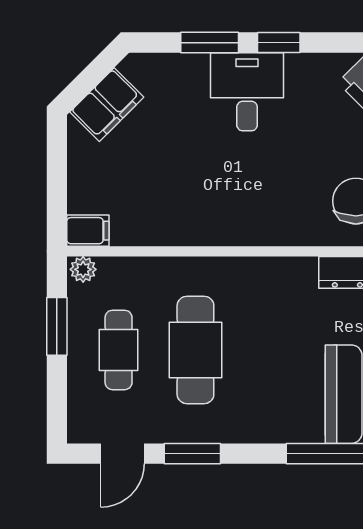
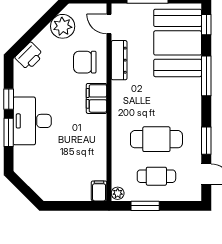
desk: (247, 92) -> (32, 121), width x1.37
filing cabinet: (107, 105) -> (97, 98), moved, turned -135

